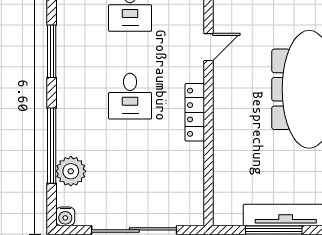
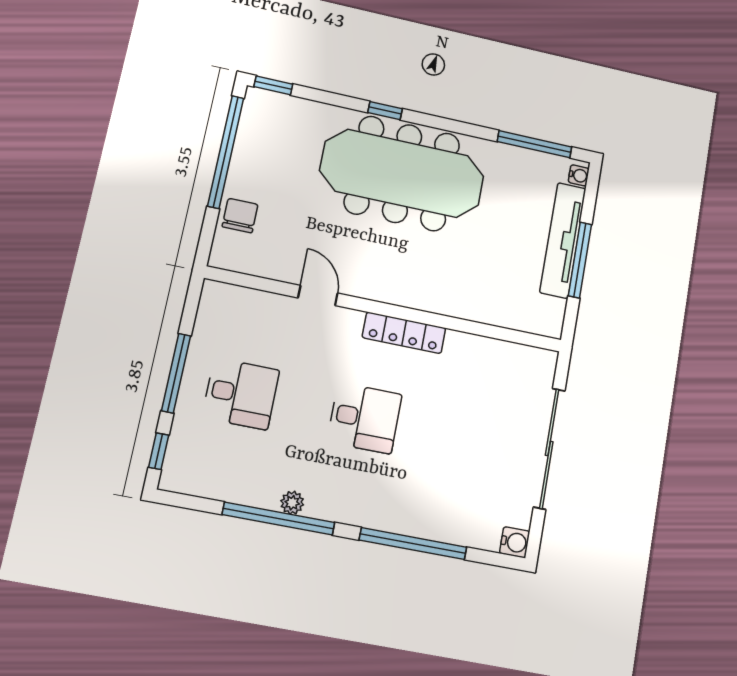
window: (52, 51) -> (279, 519), width x1.46
plant: (71, 171) -> (292, 503), moved, width x0.53, depth x0.53

